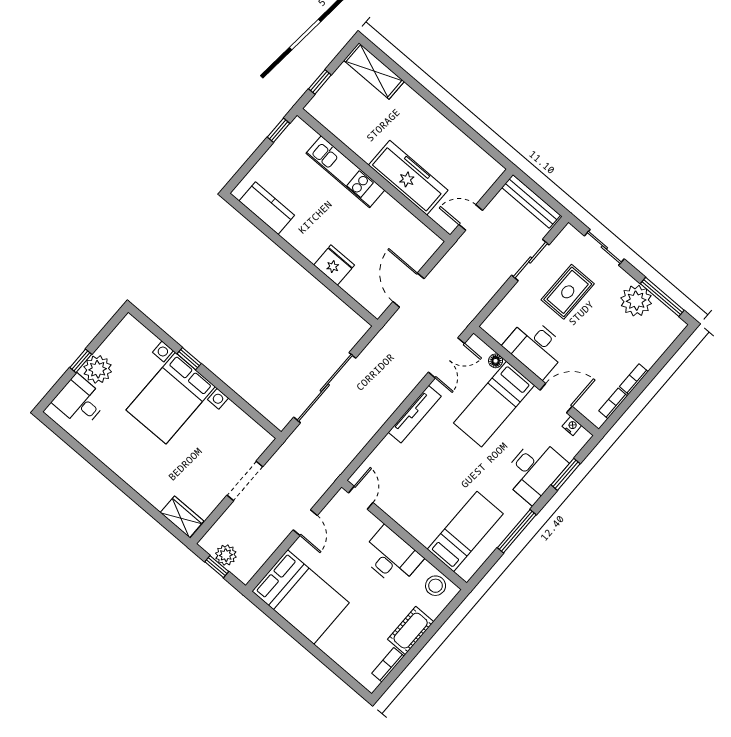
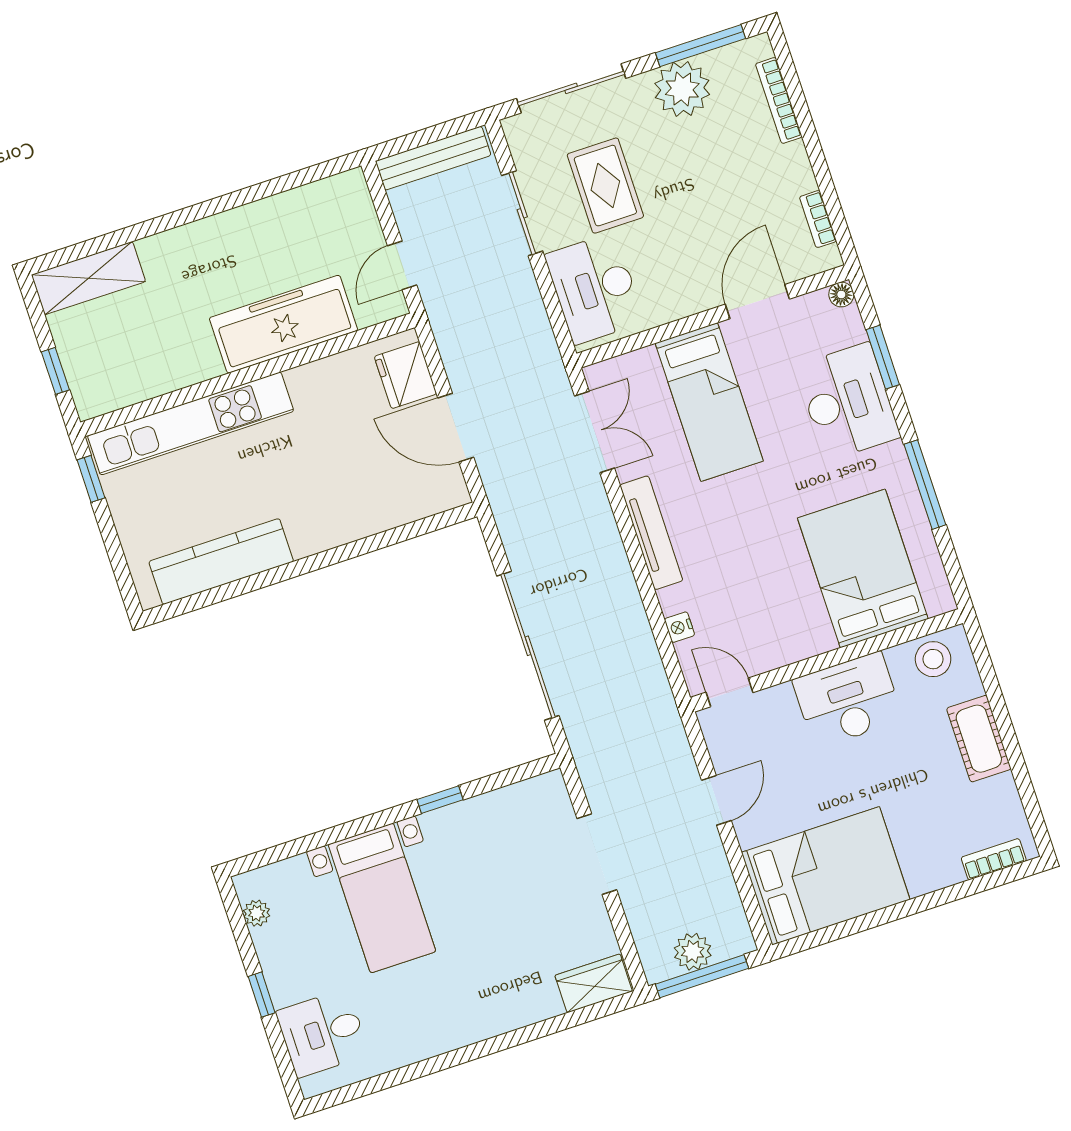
kitchen unit: (345, 172) -> (191, 423), width x1.36
kitchen counter: (267, 208) -> (221, 562), width x1.50
sliding door: (604, 247) -> (571, 88), width x1.37
fridge: (334, 265) -> (406, 375), moved, turned -90
desk: (535, 347) -> (595, 288), moved, turned 90
window: (189, 359) -> (440, 800), moved
floor lamp: (496, 361) -> (841, 295), moved
plant: (98, 369) -> (257, 913), moved, width x0.53, depth x0.53
bookcase: (634, 379) -> (779, 100), moved, width x1.56
bed with nightstands: (171, 398) -> (382, 898), width x0.73
nightstand: (572, 426) -> (679, 627), moved, turned -90
door: (305, 523) -> (716, 800), hinge flipped
bed: (465, 531) -> (863, 568), width x1.50
window: (217, 567) -> (702, 976), width x2.17
bookcase: (388, 665) -> (994, 859), moved, turned 90

